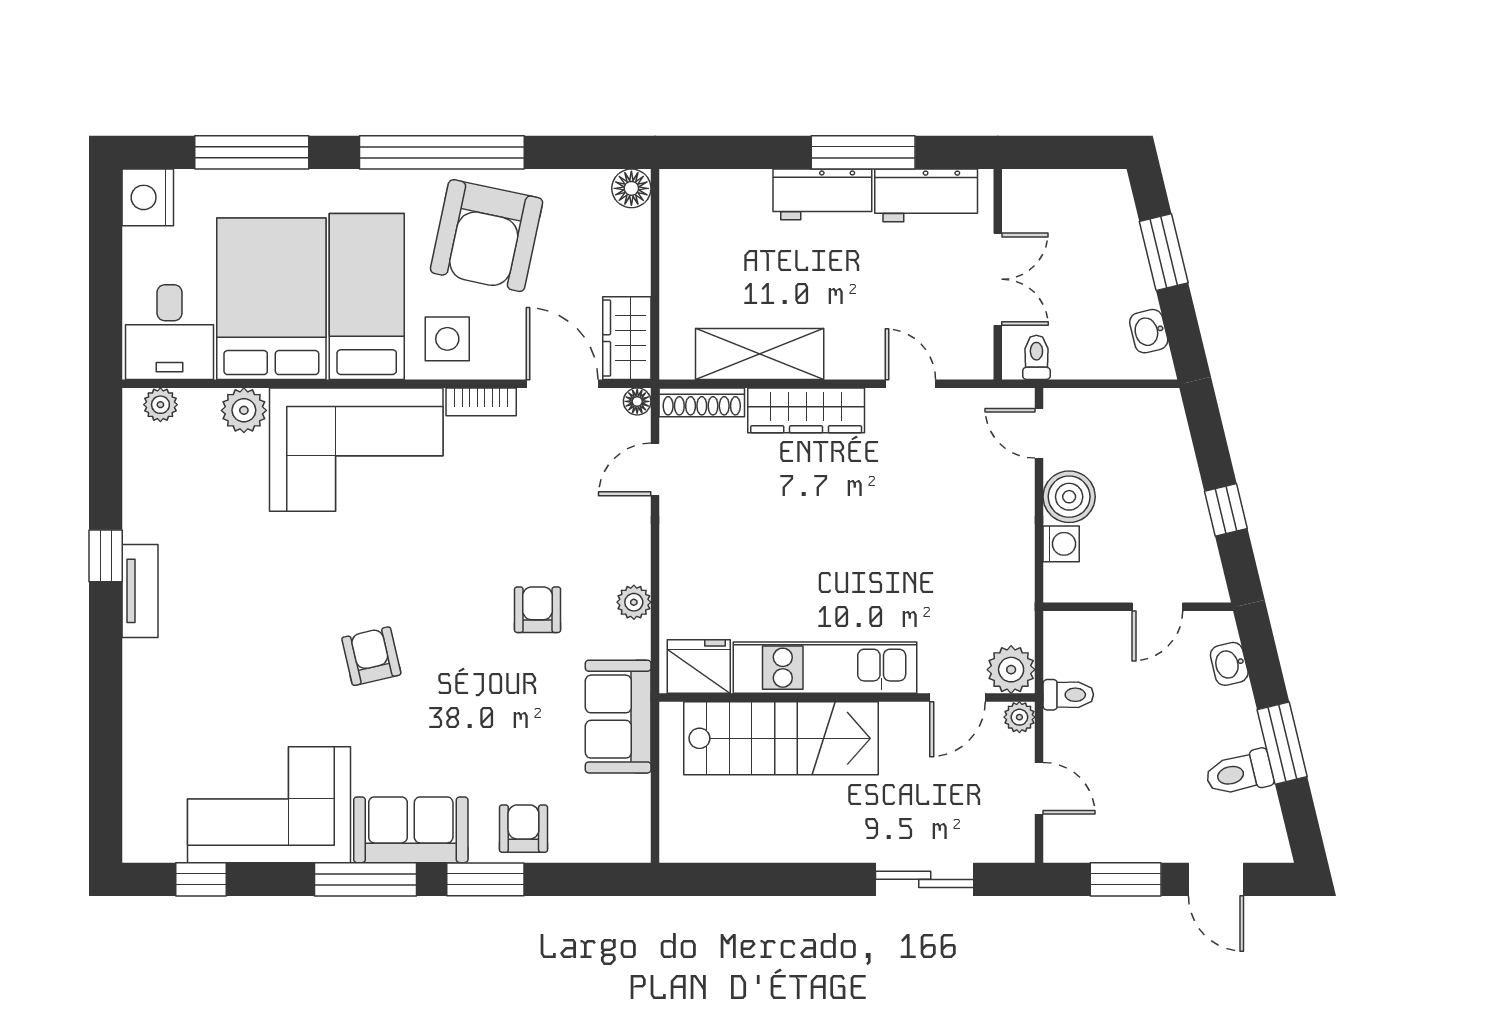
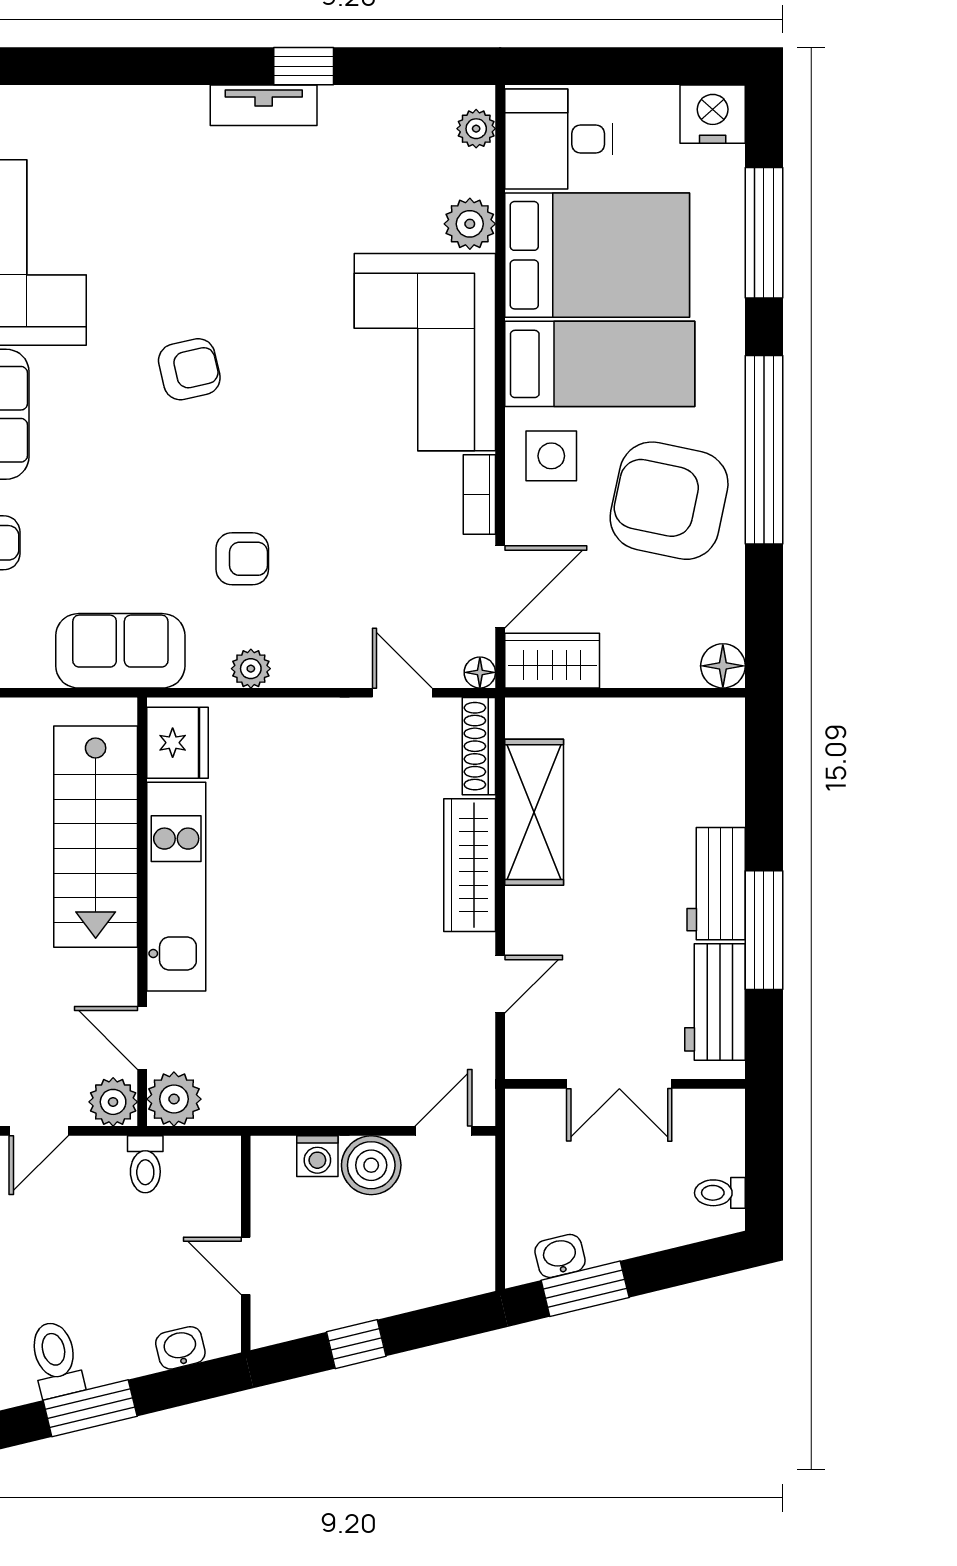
window: (1164, 252) -> (585, 1289), moved
toilet: (1036, 357) -> (720, 1193), moved, turned 180
plant: (1019, 717) -> (113, 1102), width x1.38, depth x1.38

